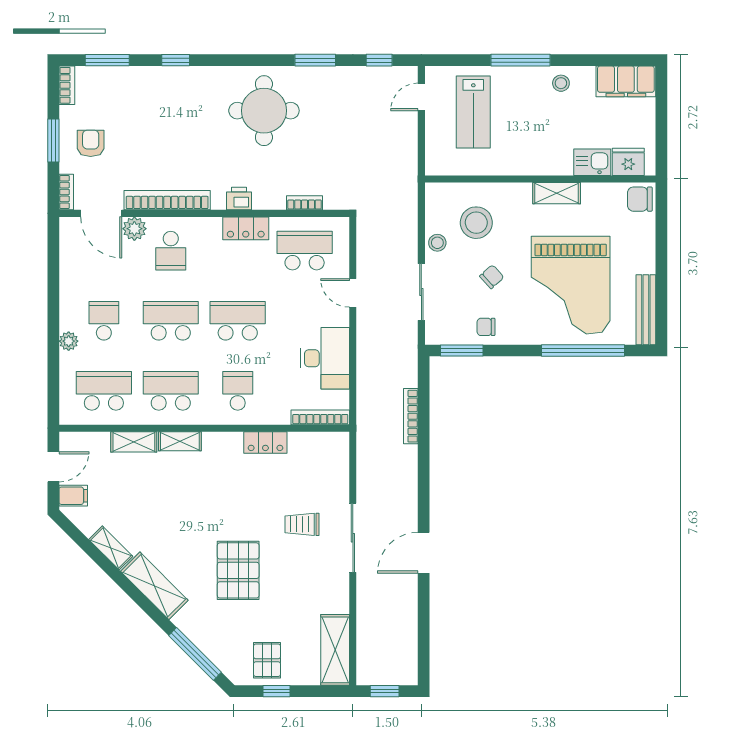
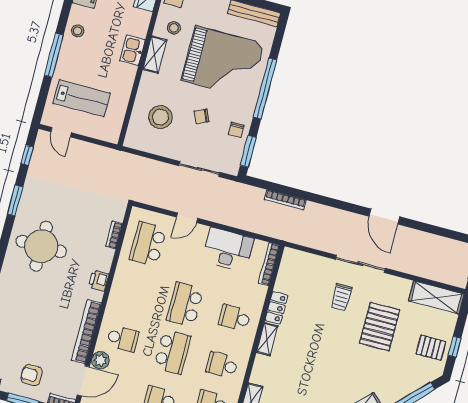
kitchen sink: (592, 162) -> (132, 50), moved
locker: (246, 228) -> (121, 281), removed
stool: (437, 243) -> (174, 28), moved
chair: (492, 277) -> (202, 116), turned -72
school desk: (171, 321) -> (172, 352), turned 180
window: (583, 350) -> (265, 88), moved
school desk: (171, 391) -> (222, 365), width x0.54
shelving: (180, 441) -> (267, 339), moved
pallet: (238, 570) -> (380, 327), moved, turned 90

